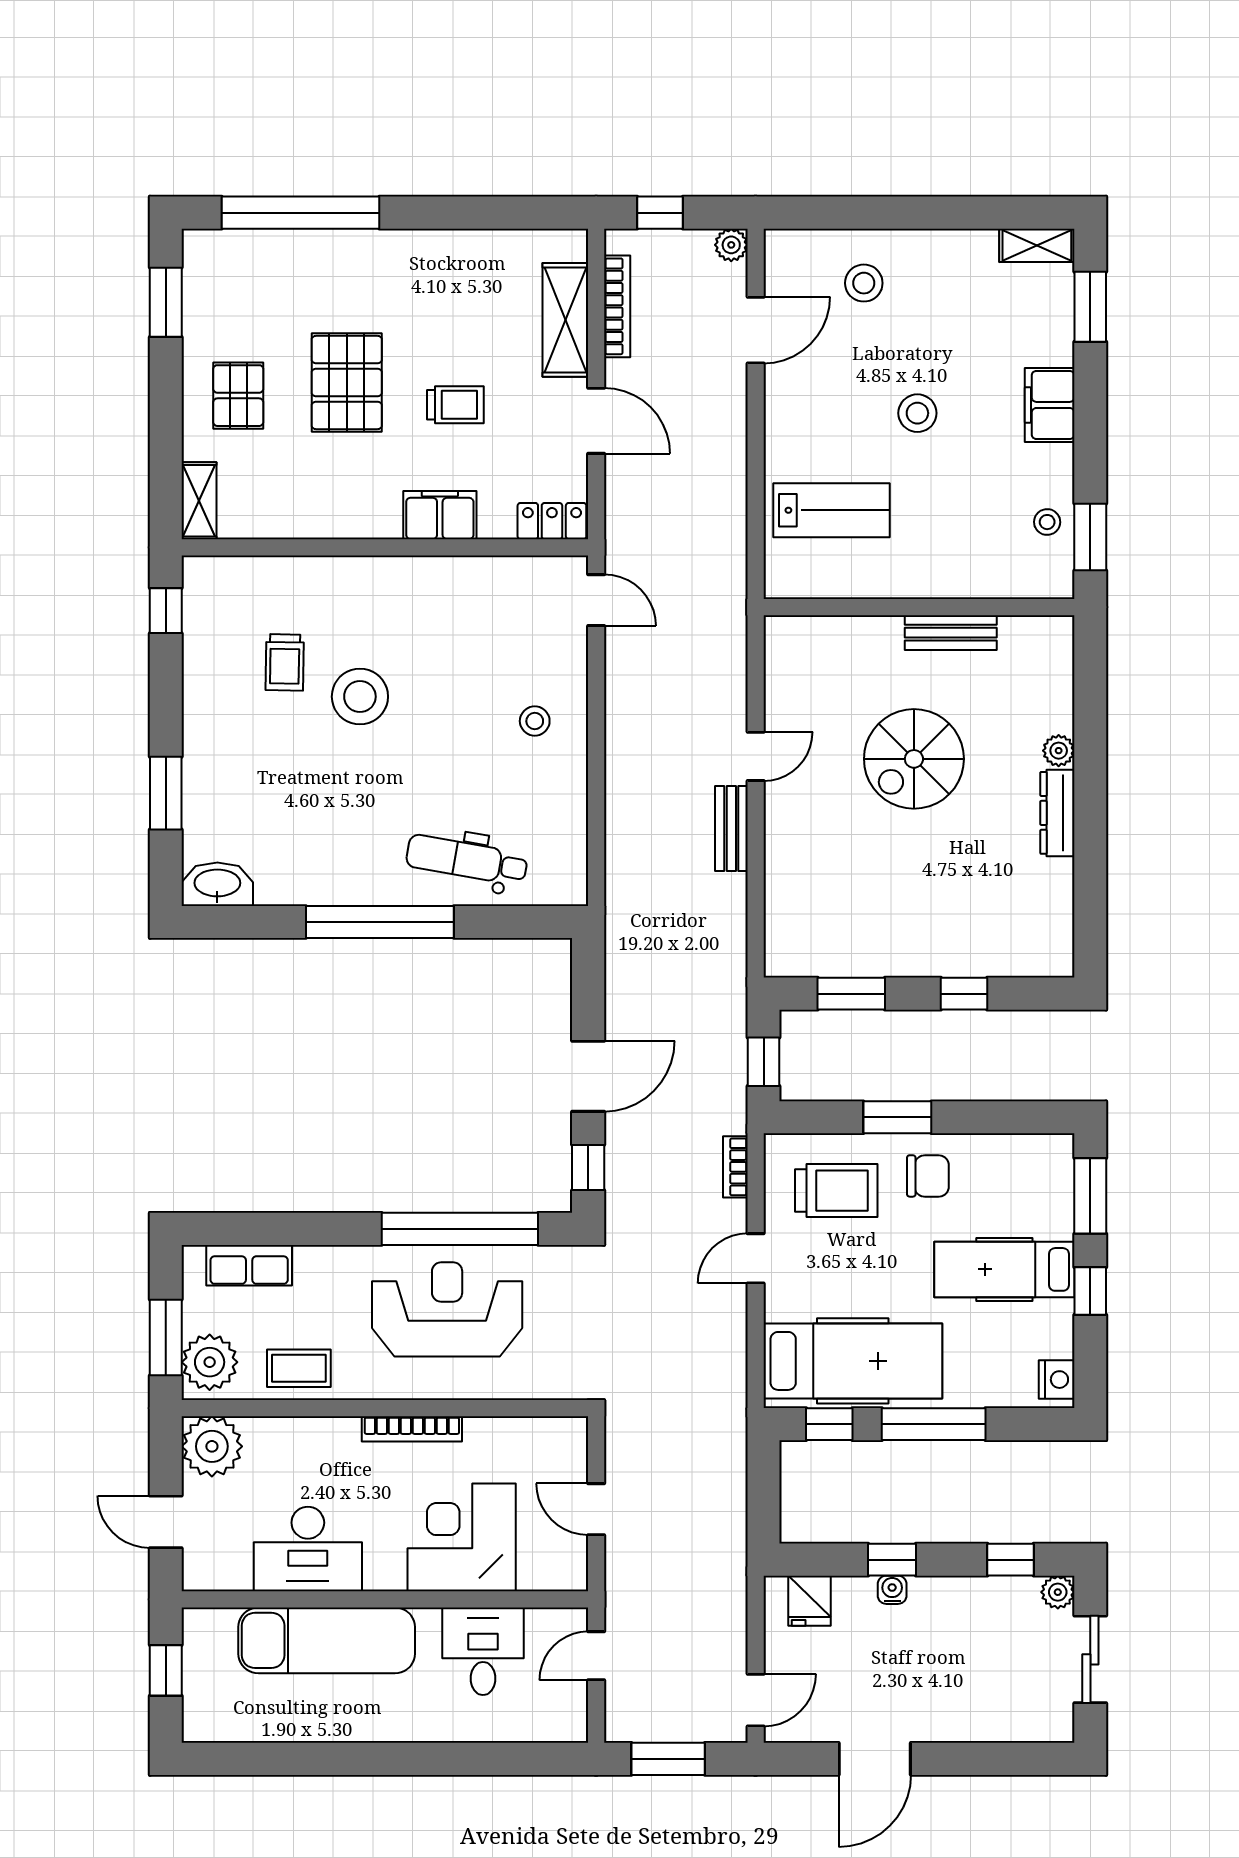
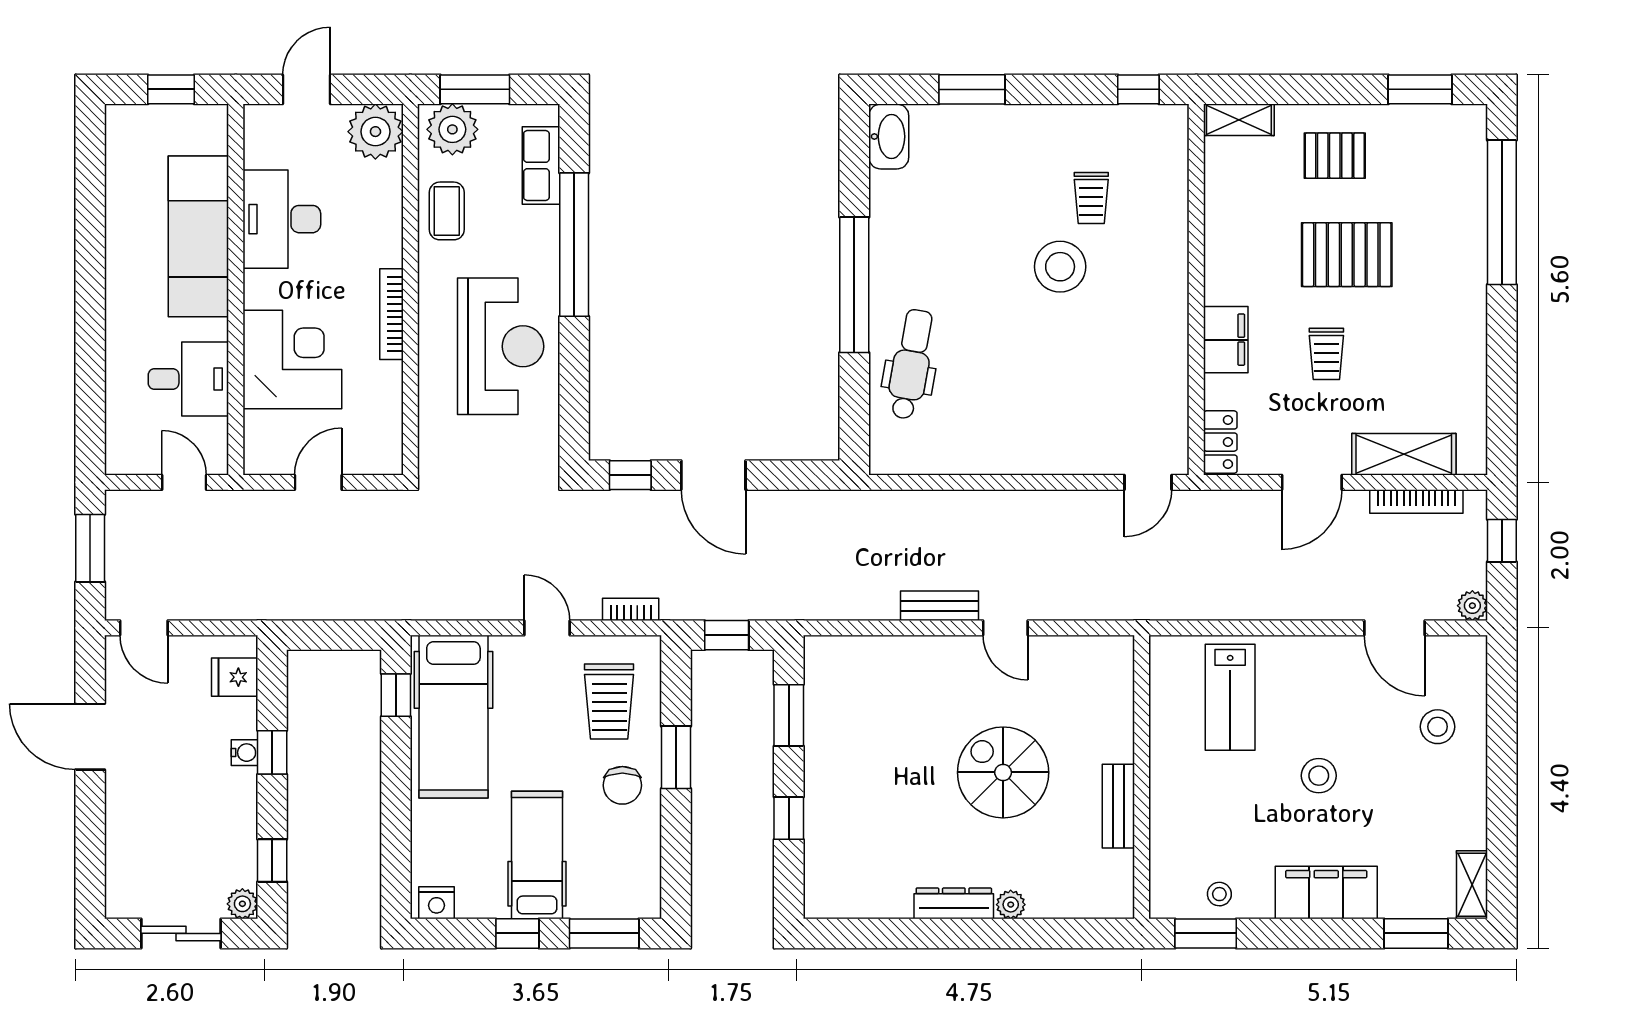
filing cabinet: (1050, 405) -> (1326, 893), width x1.50, depth x1.17
trolley: (285, 662) -> (1091, 198), turned -91
stool: (535, 721) -> (1038, 426), removed
window: (460, 1229) -> (574, 245), moved
window: (934, 1424) -> (396, 790), removed

